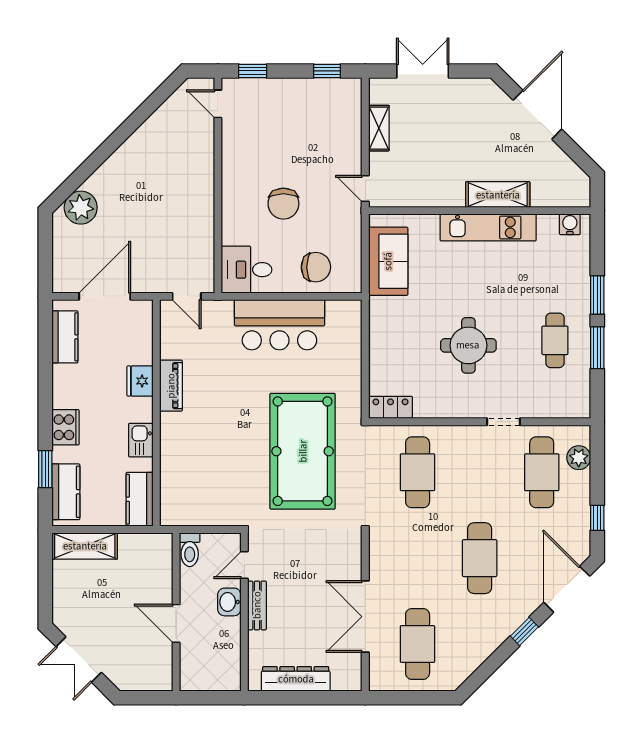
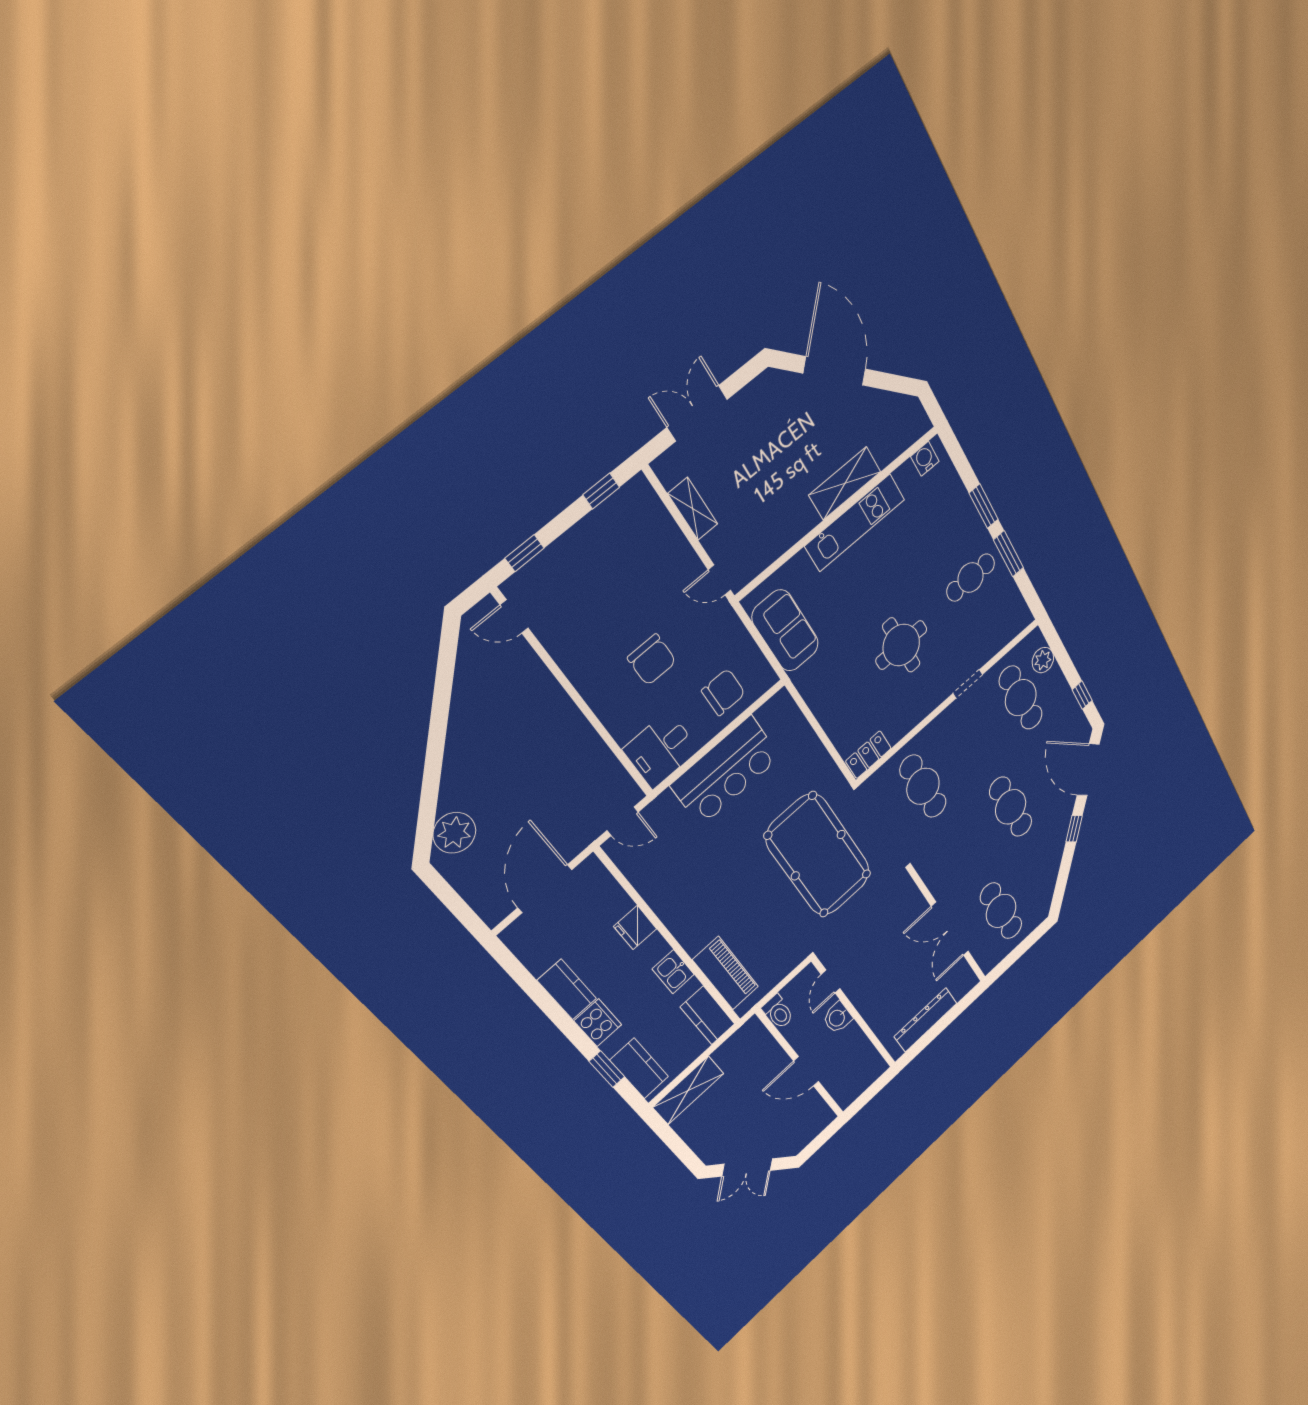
kitchen counter: (65, 337) -> (567, 989), moved
cafe table: (555, 340) -> (971, 578), turned 90
piano: (171, 386) -> (726, 973), moved, width x1.37, depth x1.33
bench: (257, 605) -> (861, 1000), removed

